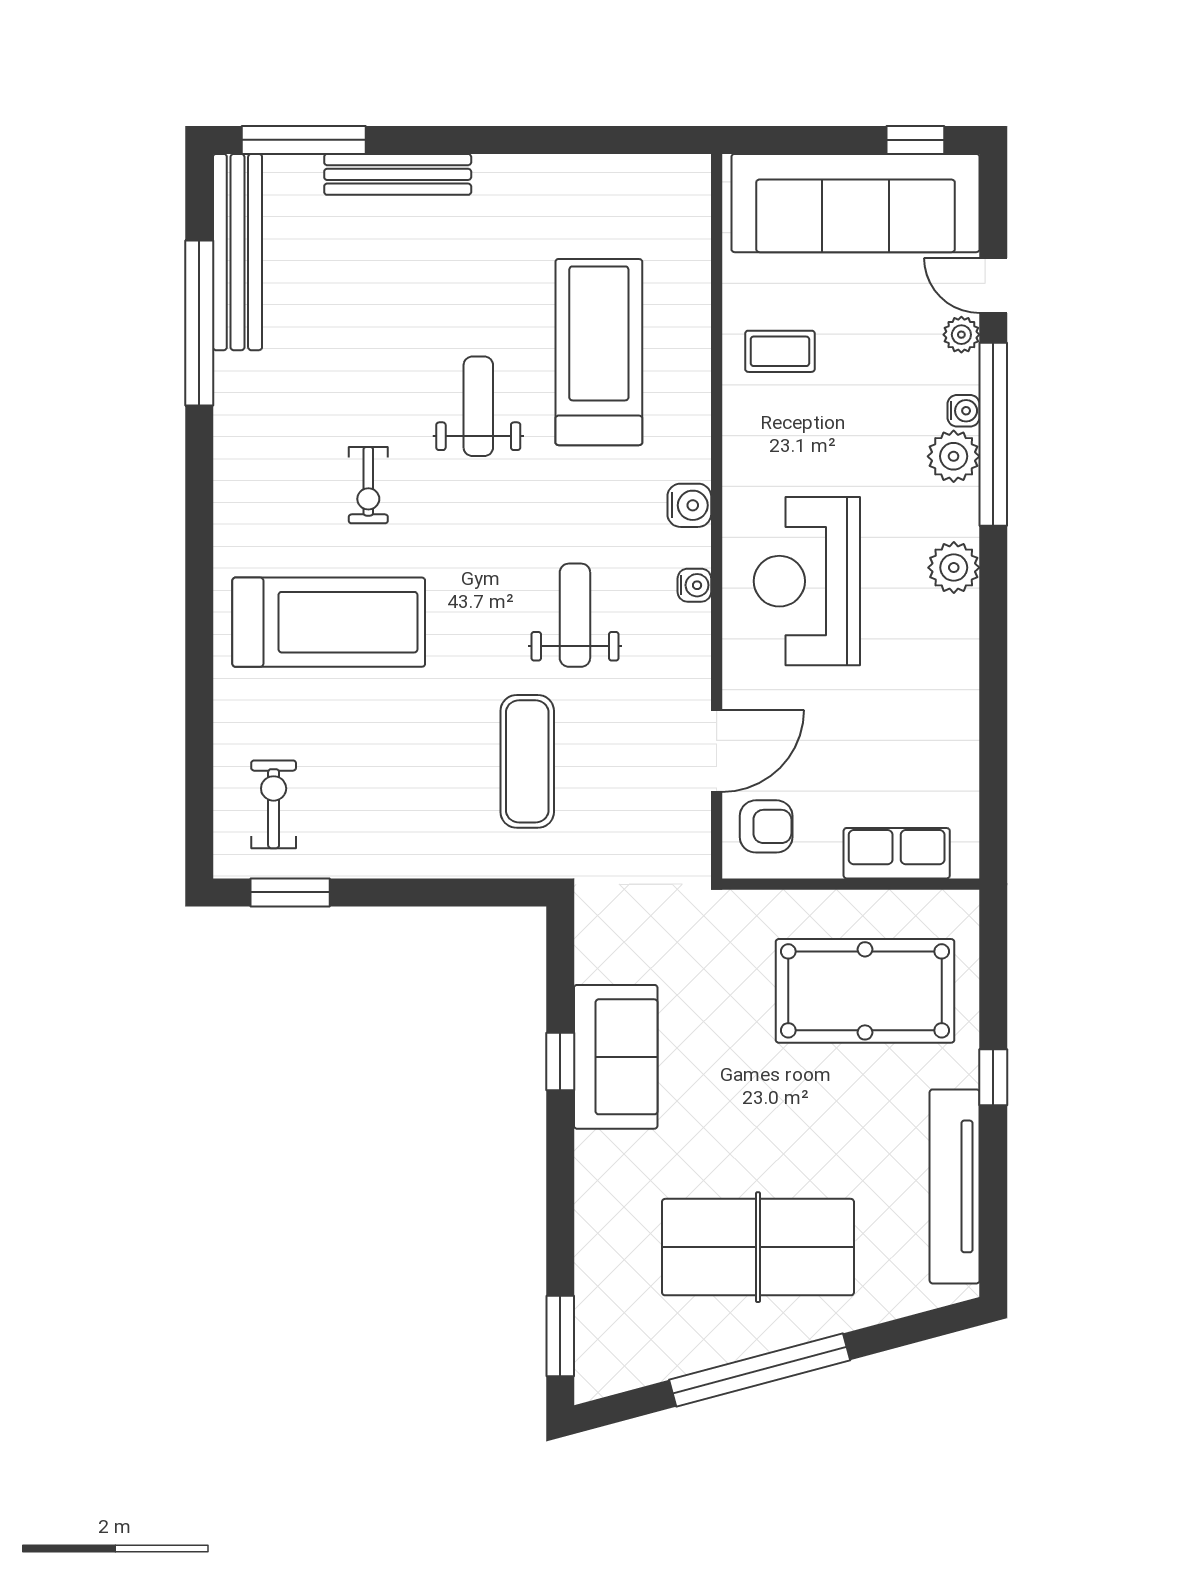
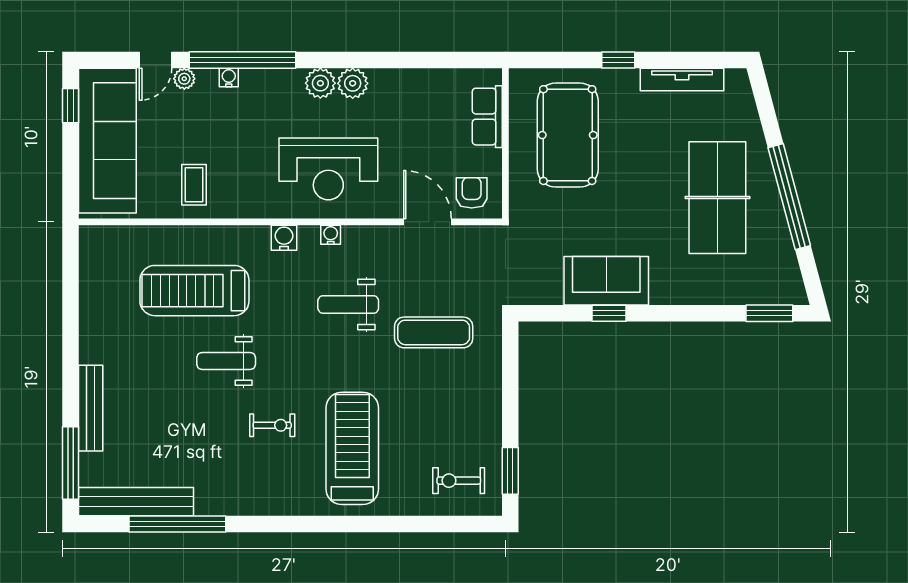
plant: (954, 456) -> (353, 83), moved
tv unit: (955, 1186) -> (682, 79), width x0.73, depth x0.78

